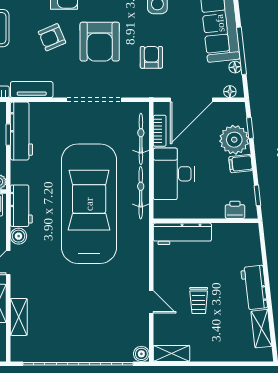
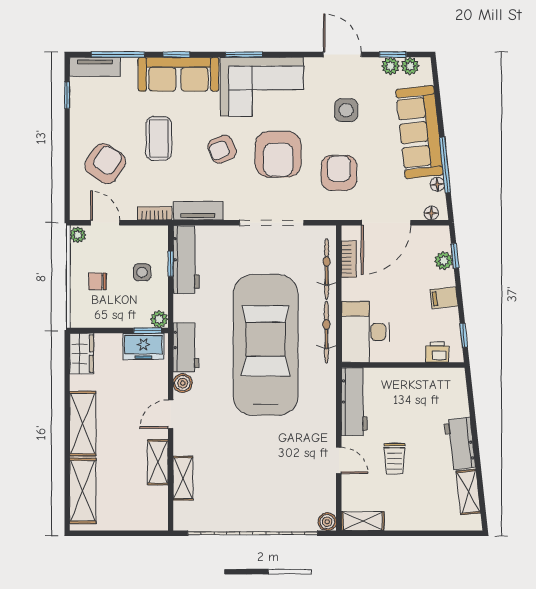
armchair: (151, 57) -> (339, 173), width x1.38, depth x1.38
plant: (234, 140) -> (444, 261), width x0.53, depth x0.53
desk: (174, 174) -> (365, 332), moved
workbench: (182, 234) -> (354, 402), moved, turned -90

